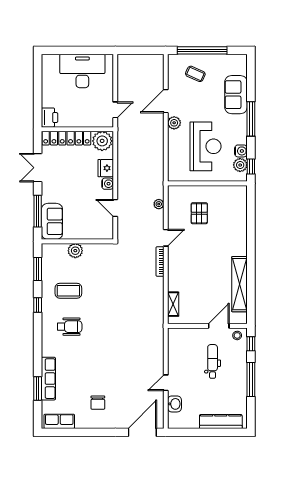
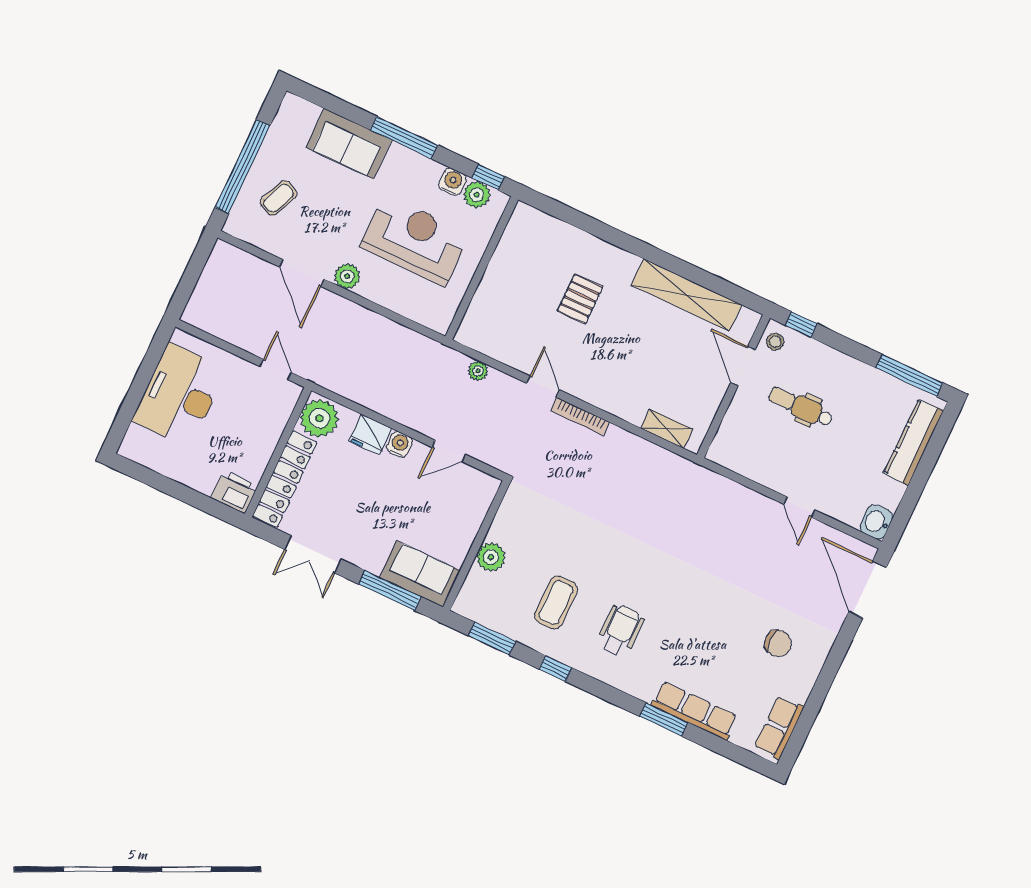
pallet: (199, 213) -> (580, 299), moved, turned 90
window: (251, 379) -> (910, 375), moved
window: (38, 389) -> (664, 719), moved
washbasin: (174, 404) -> (877, 522), moved, turned -90

